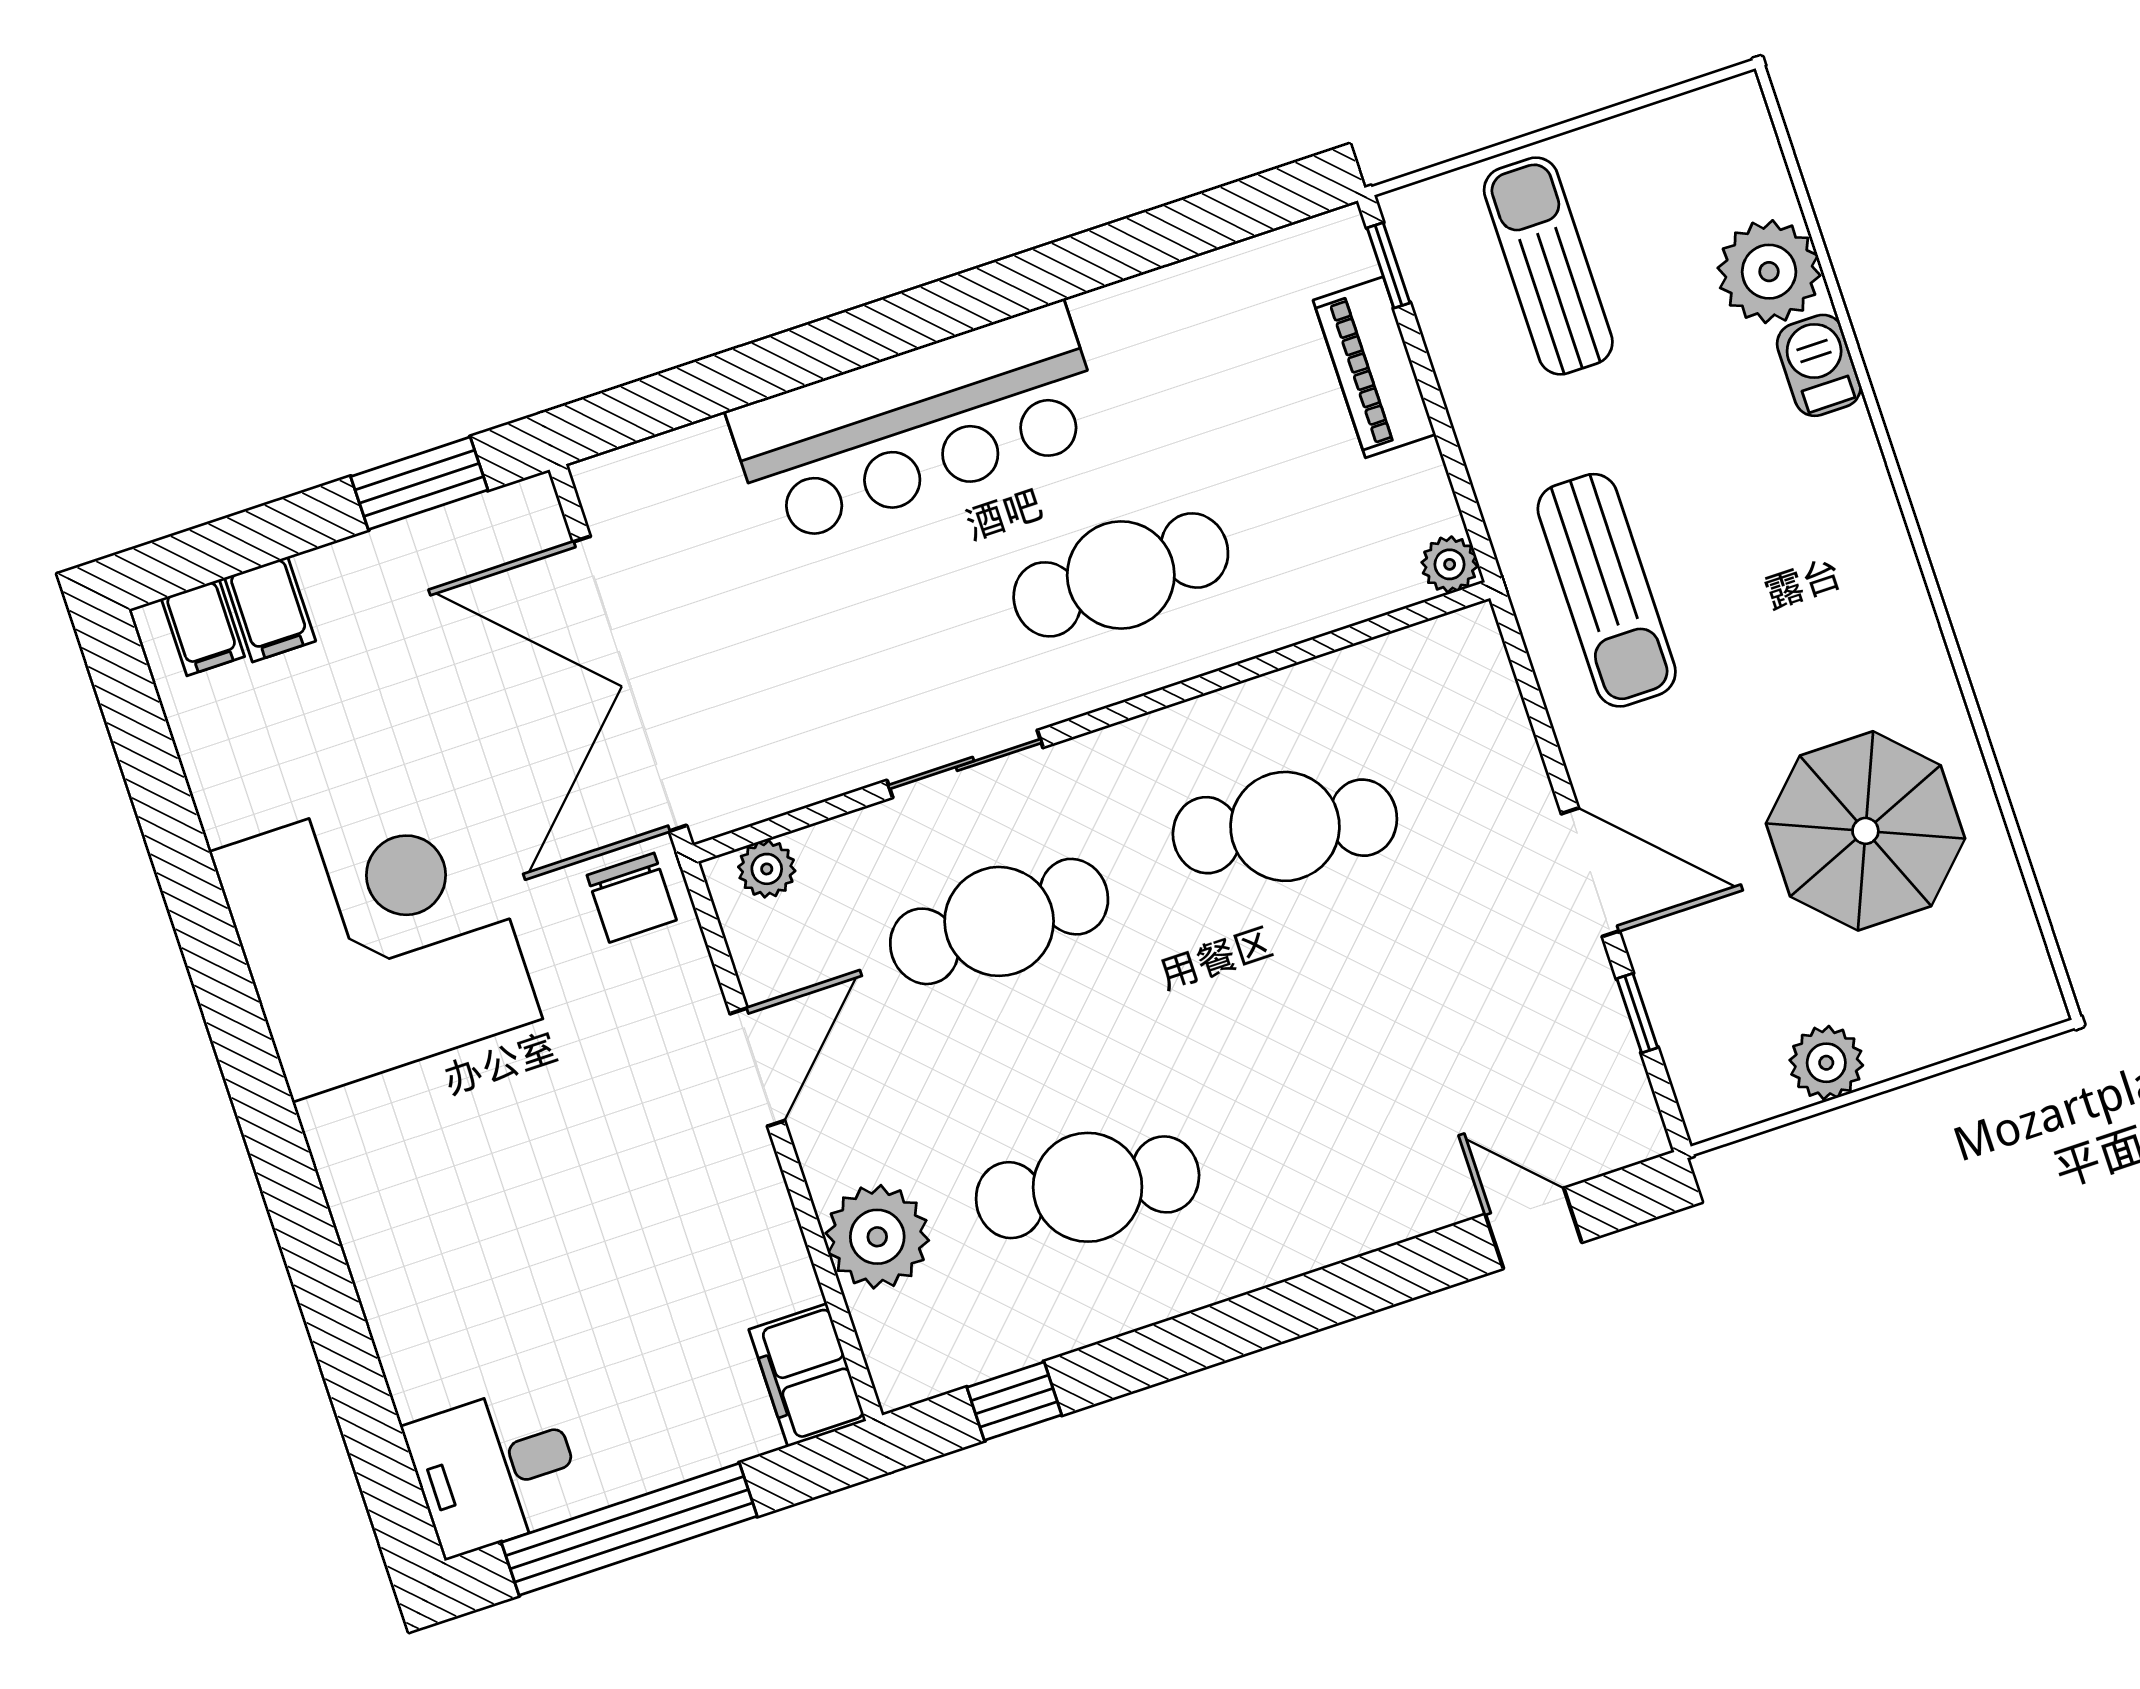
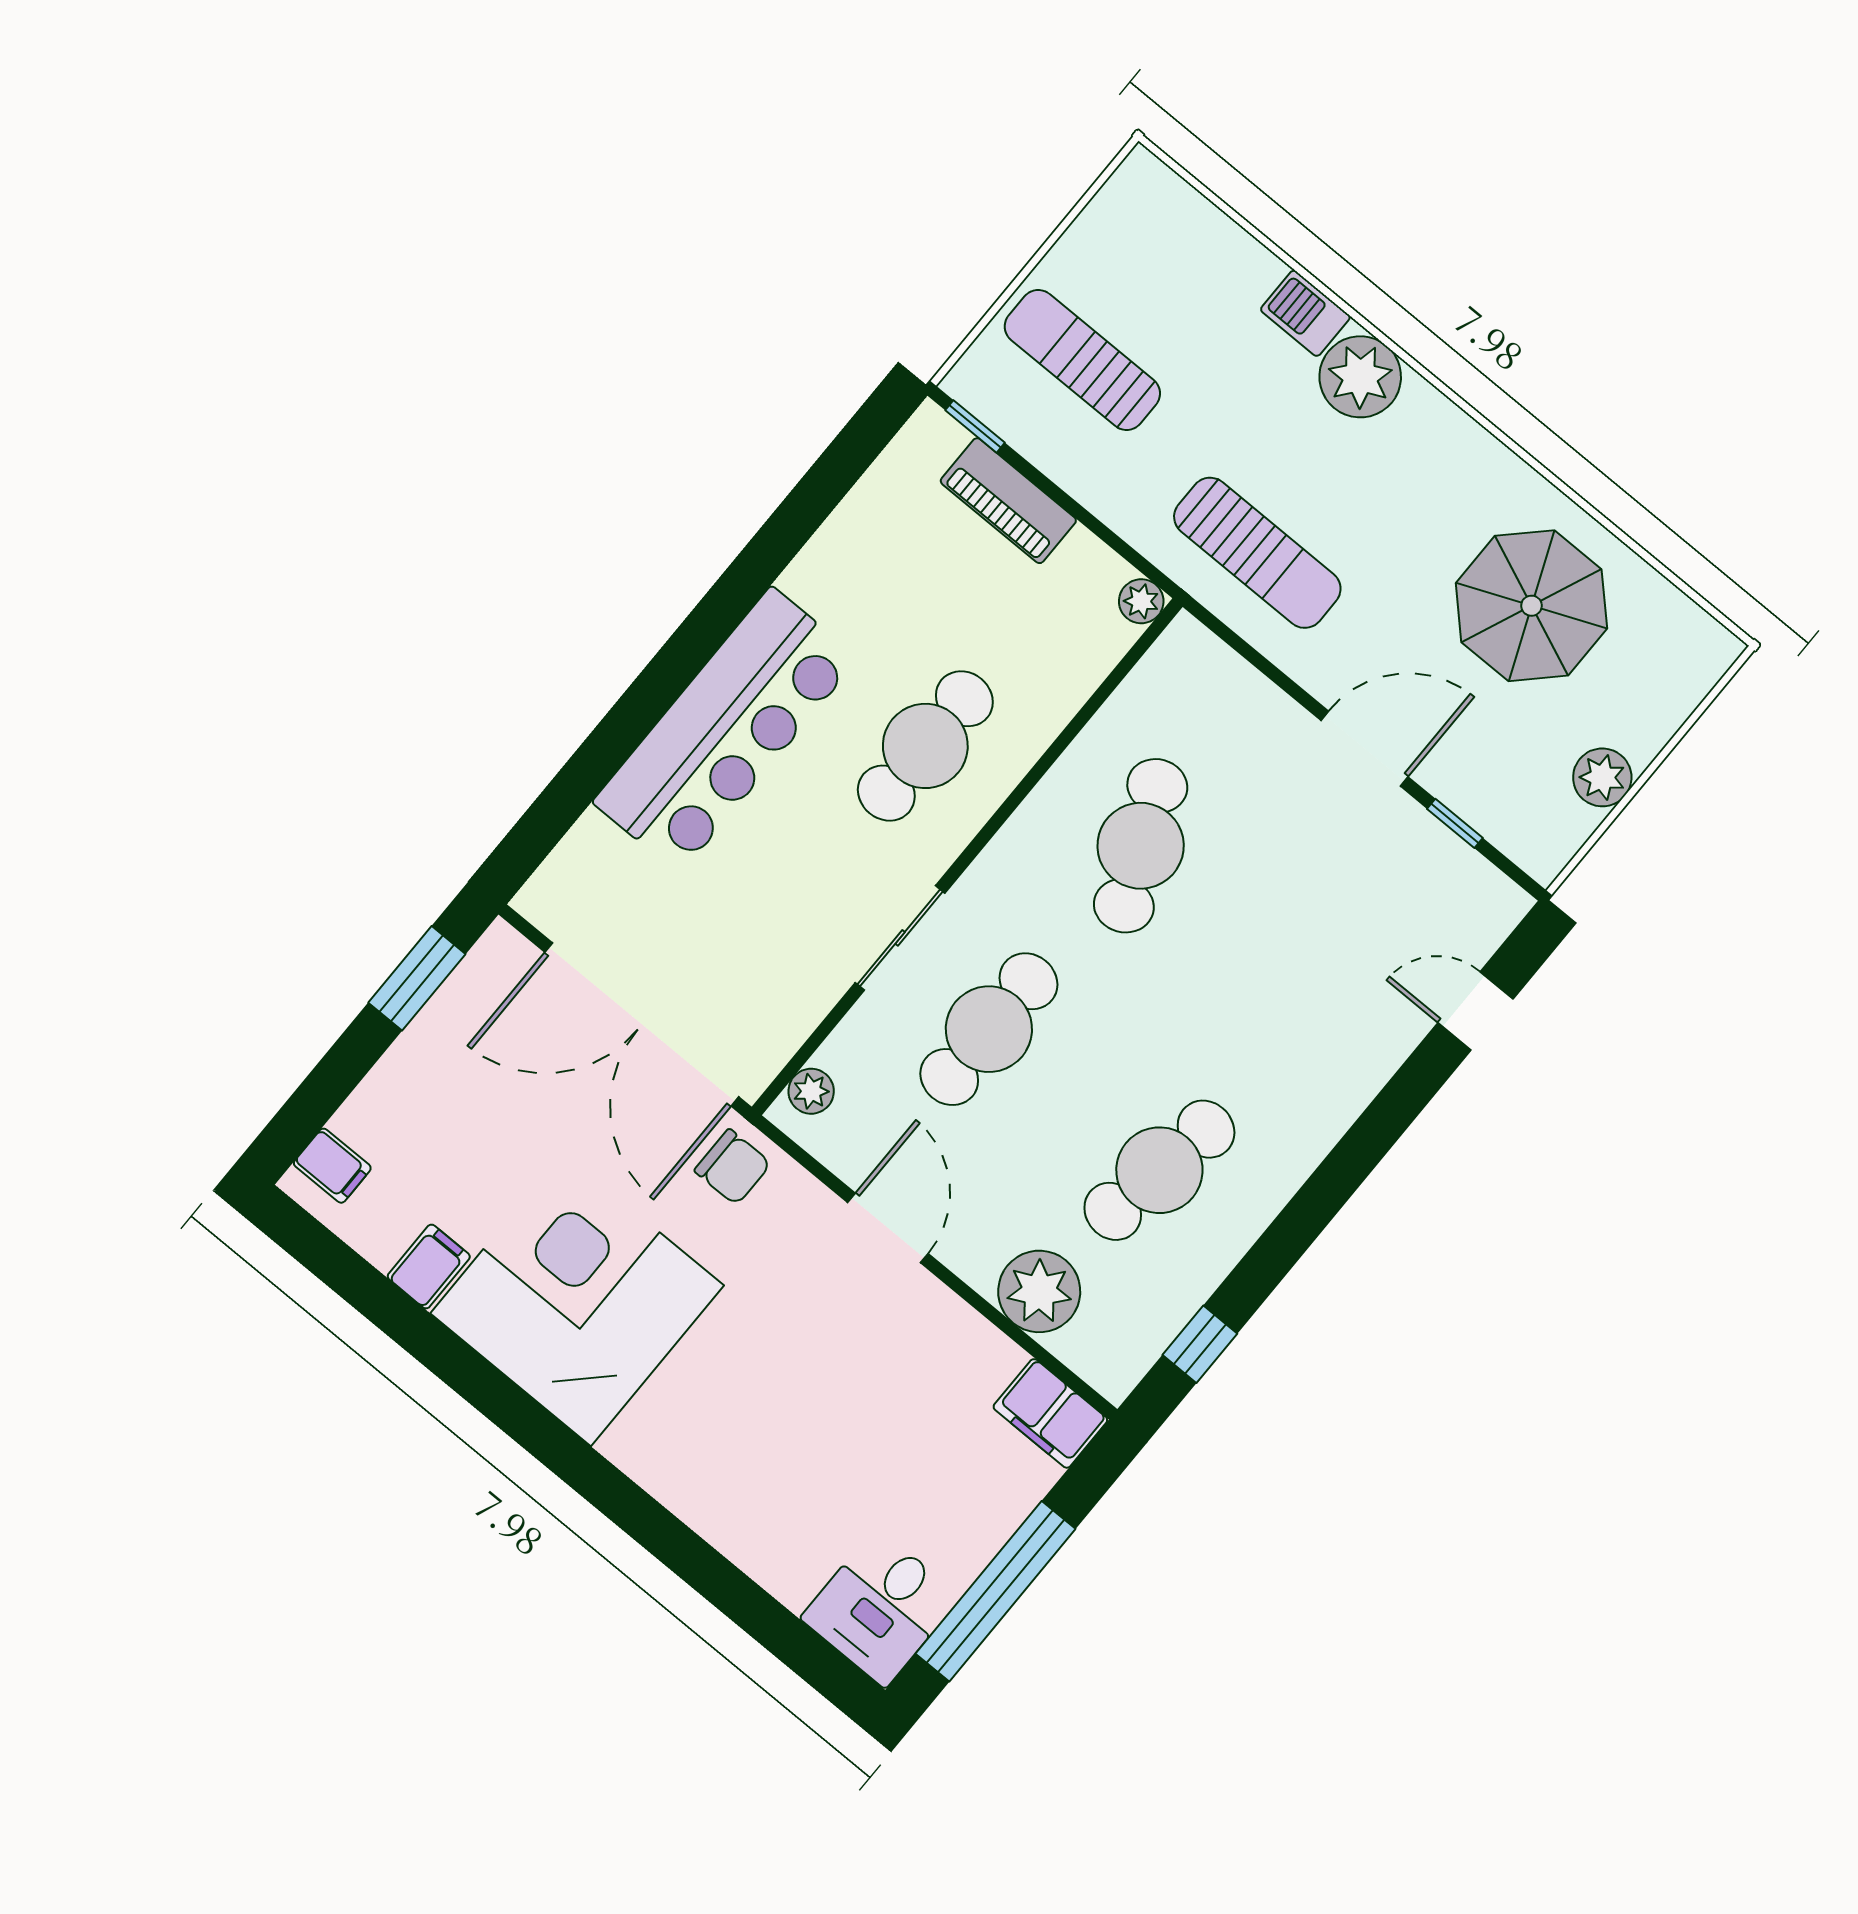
plant: (1769, 272) -> (1360, 377), moved
filing cabinet: (270, 609) -> (429, 1267), moved, turned -90
cafe table: (1285, 826) -> (1141, 846), turned -36

